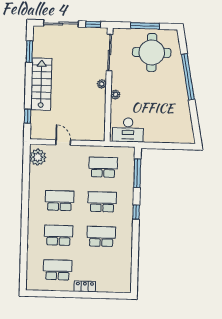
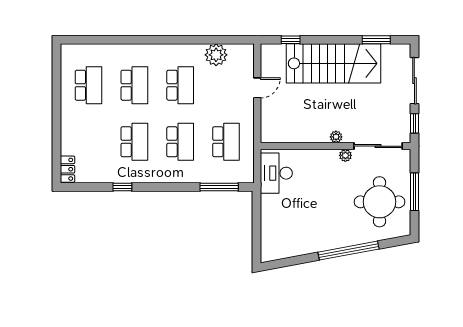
stairs: (41, 84) -> (334, 63), width x1.36, depth x1.51
plant: (115, 95) -> (345, 155), moved
plant: (38, 157) -> (216, 55), moved
window: (136, 212) -> (122, 187), moved
locker: (85, 286) -> (67, 169), moved

